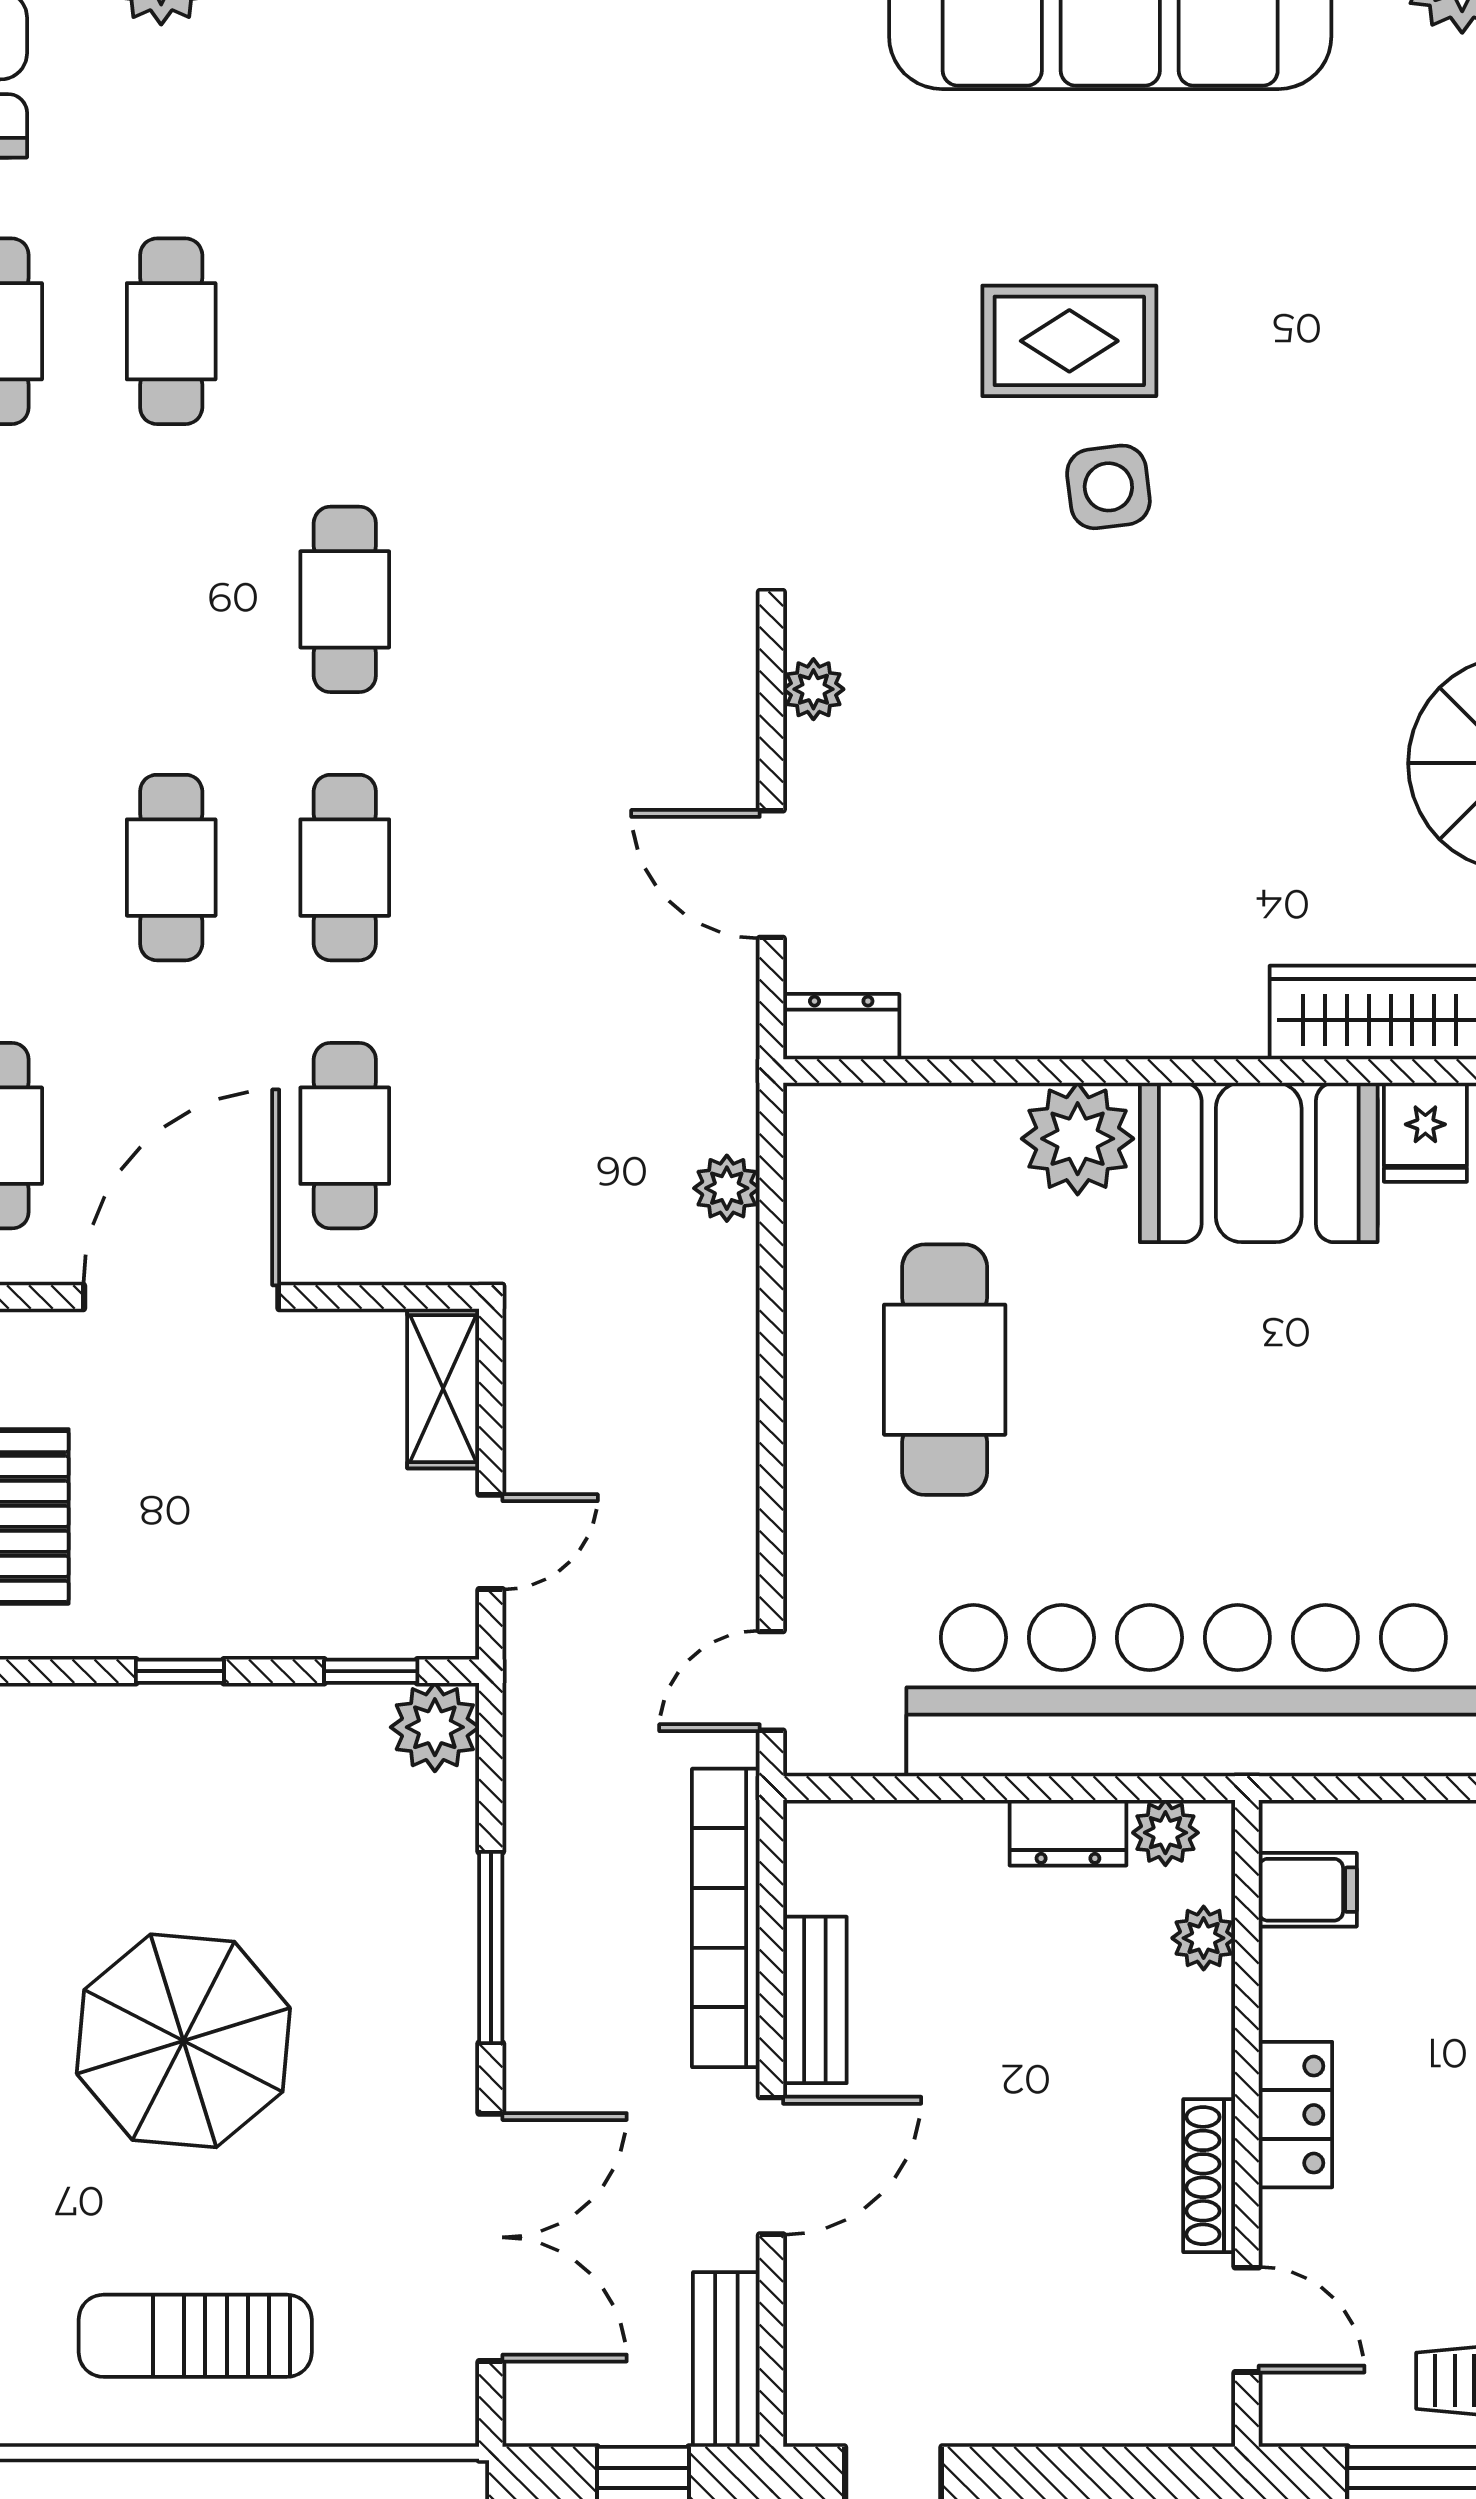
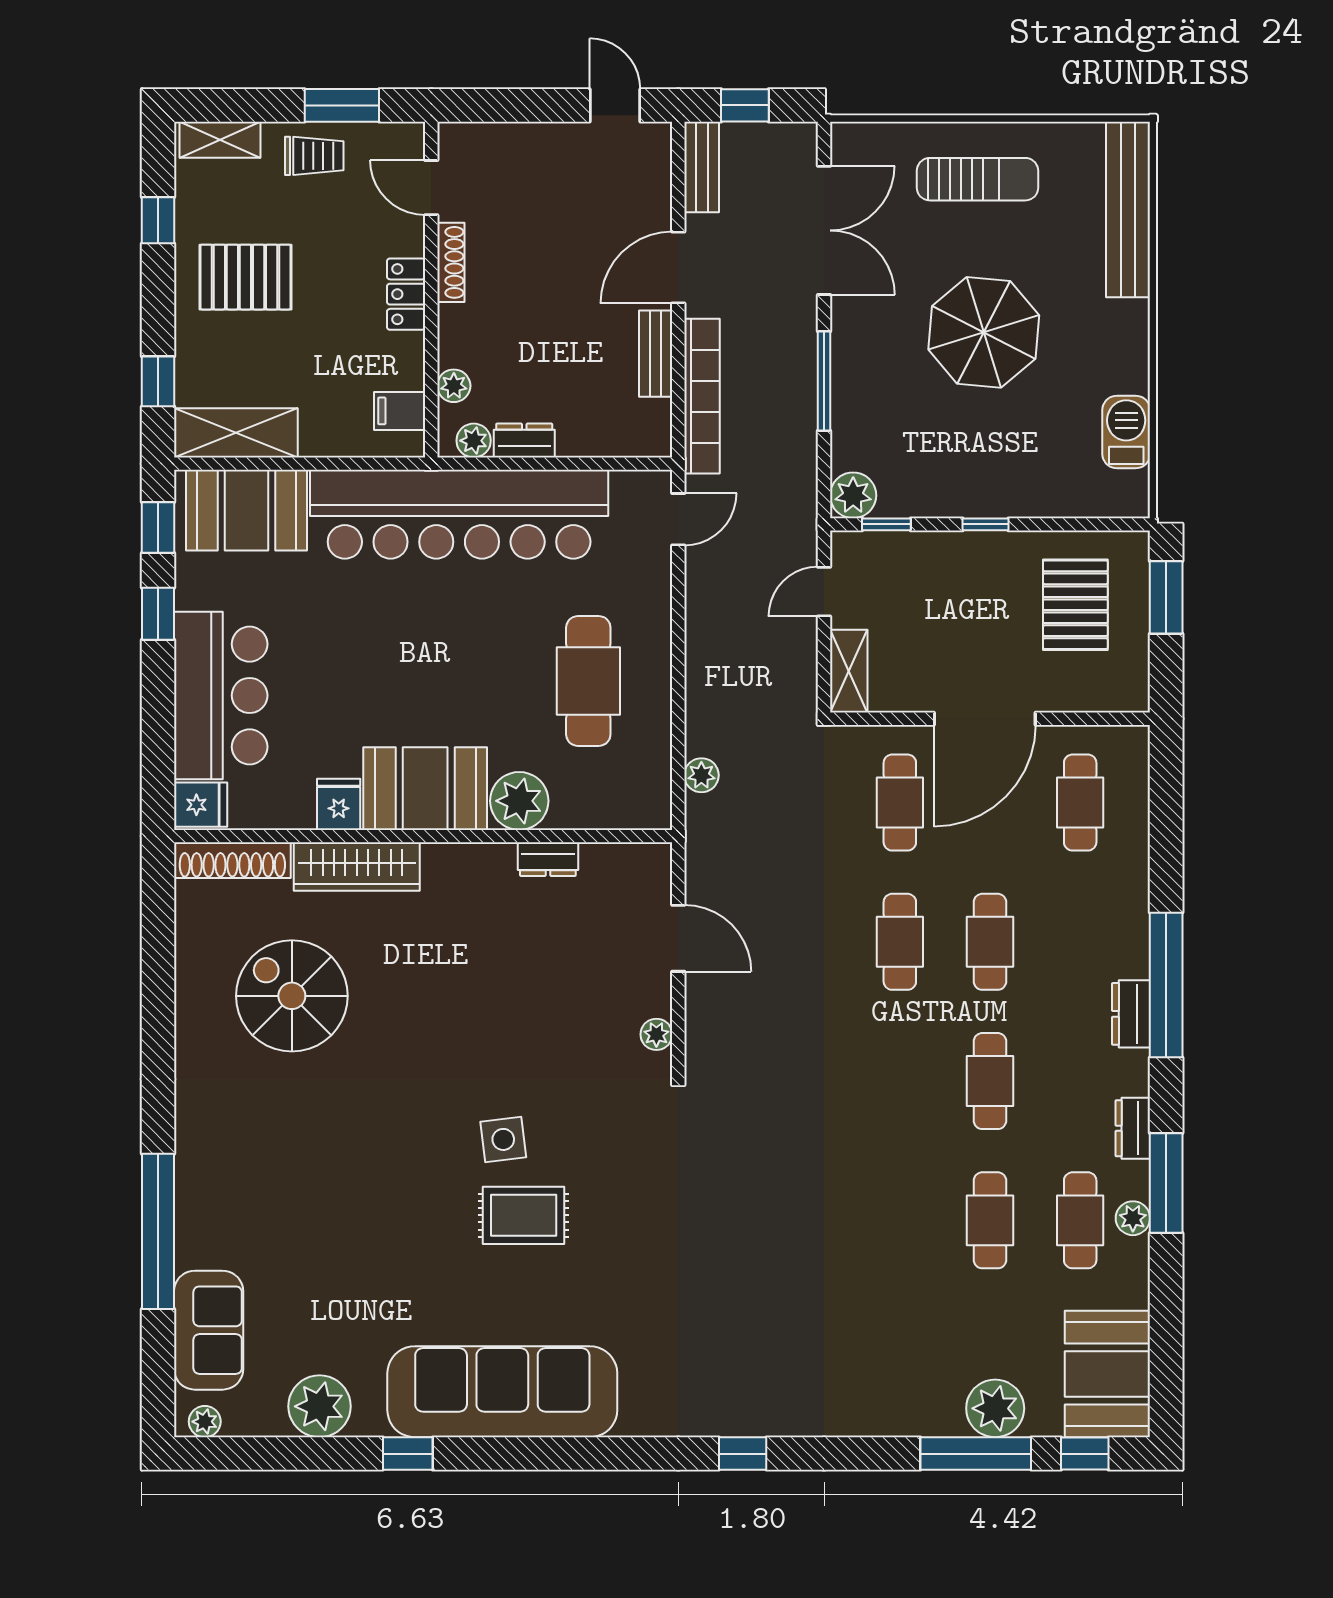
cafe table: (345, 599) -> (990, 1081), moved
dresser: (841, 1027) -> (548, 859), moved
double door: (491, 2237) -> (824, 230), swing flipped

